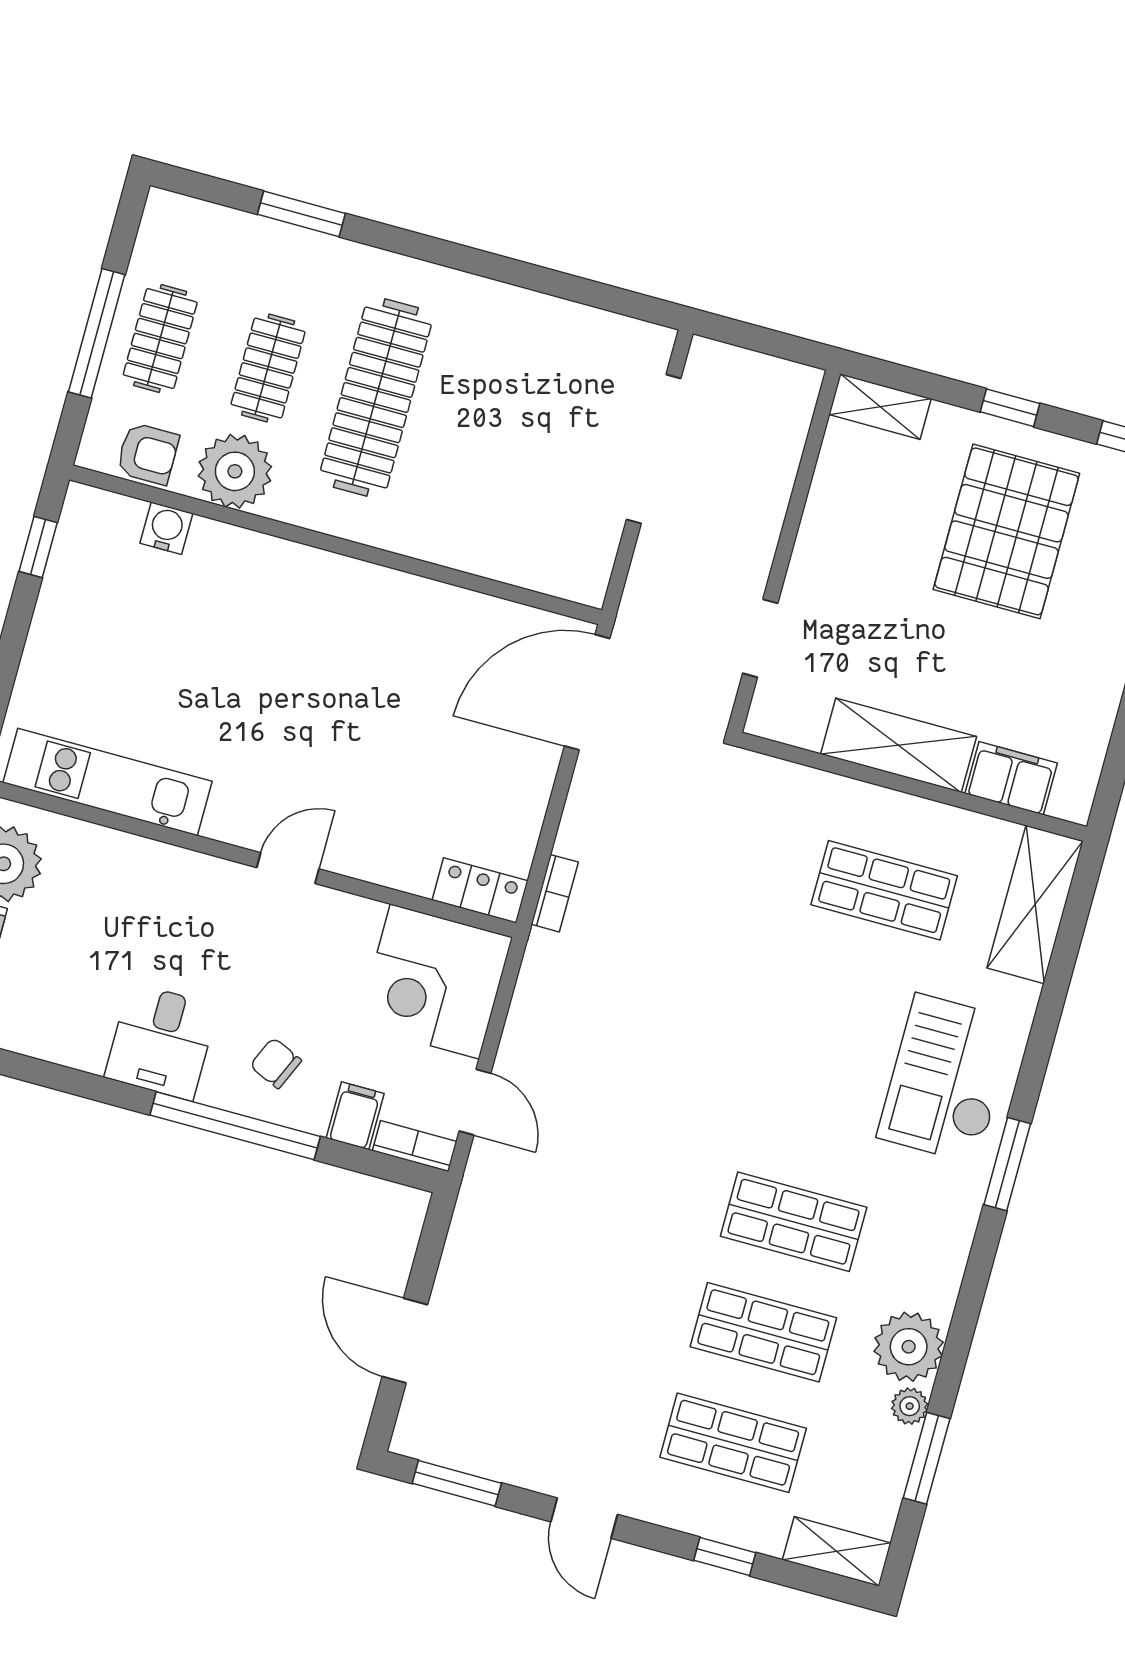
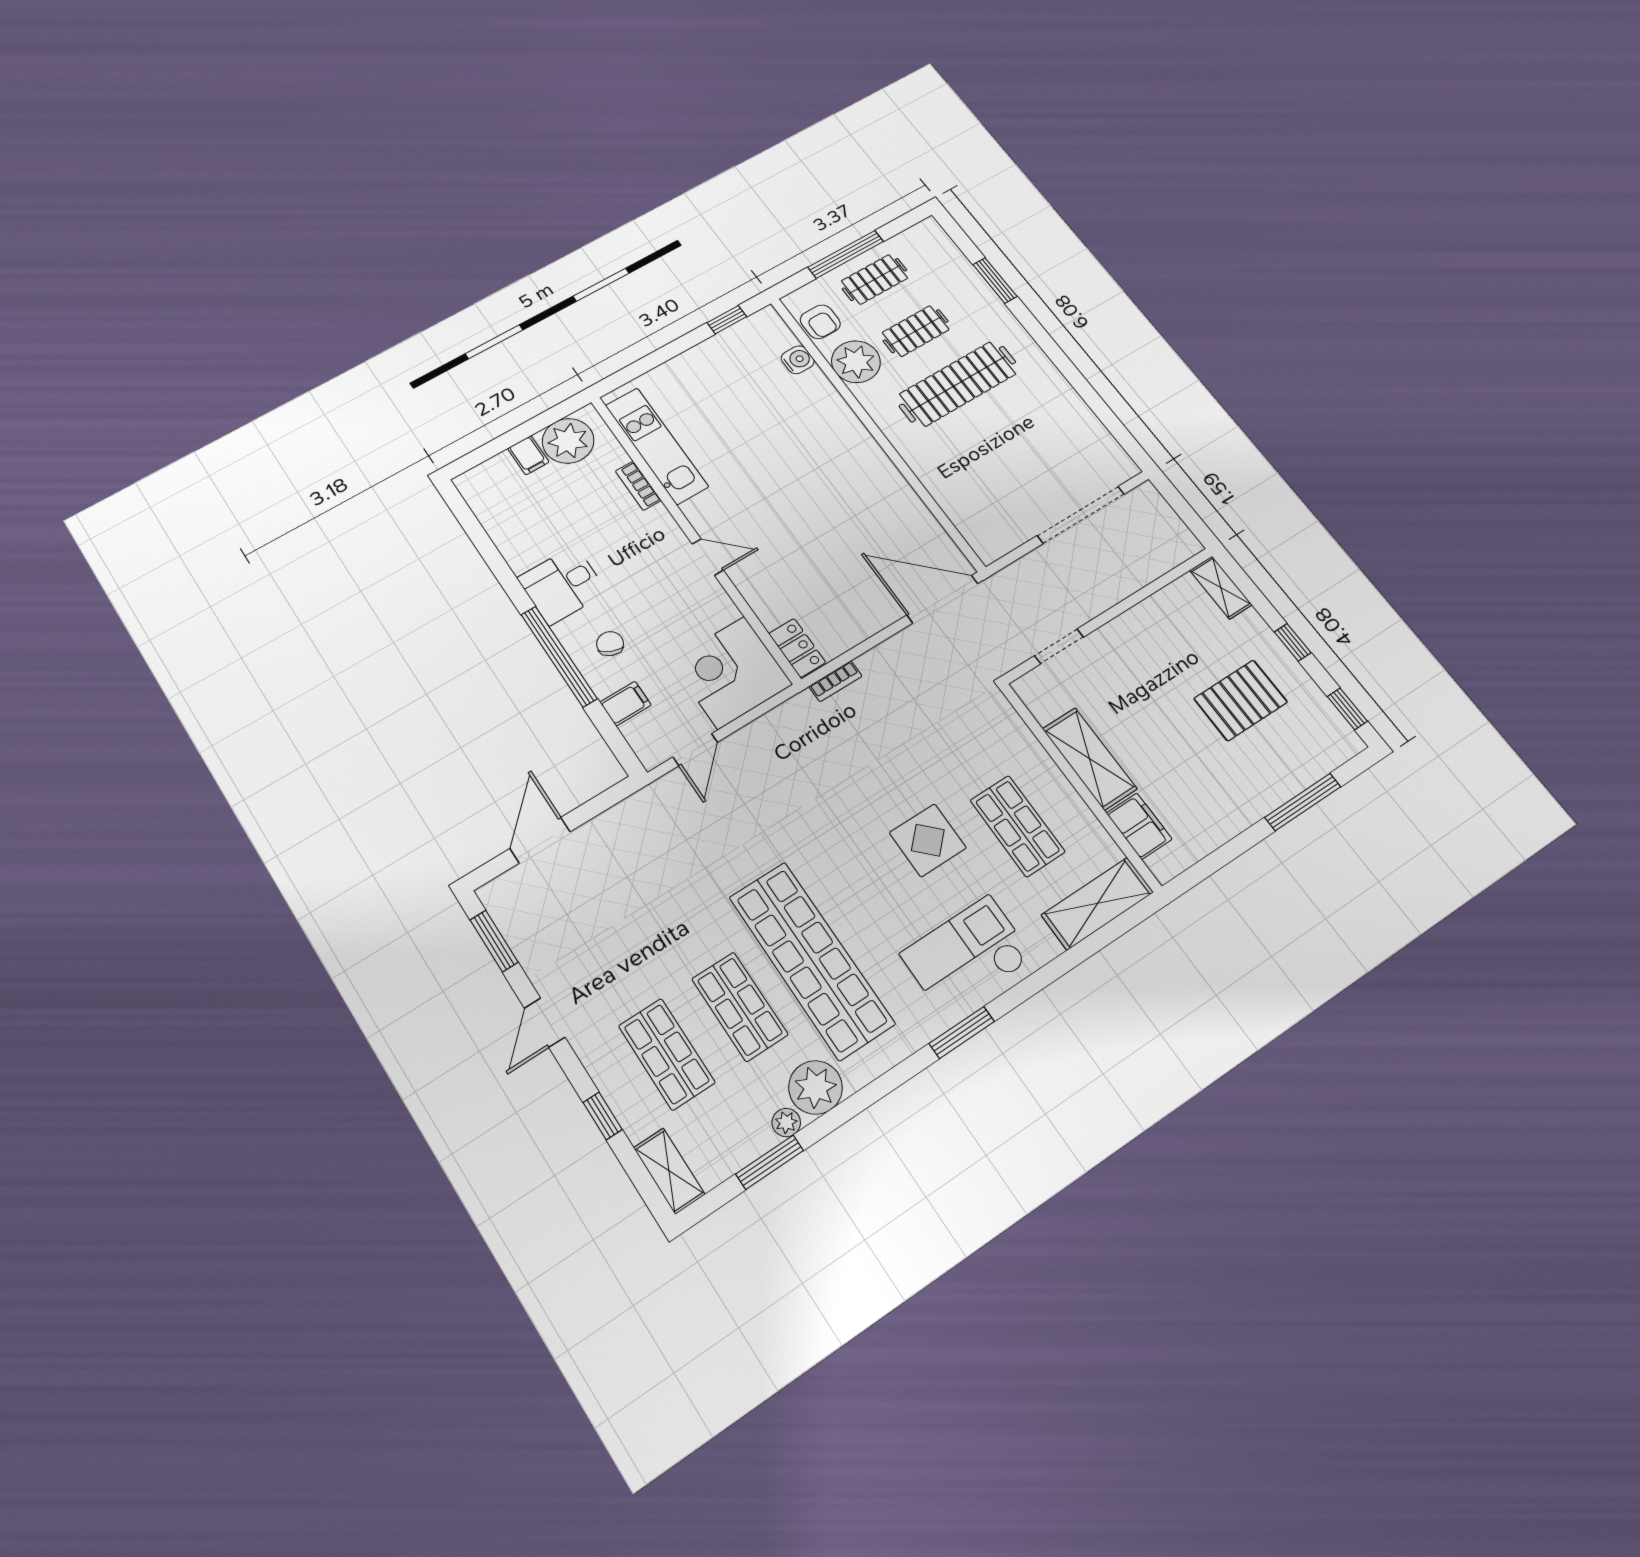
pallet: (1006, 531) -> (1241, 700), width x0.73, depth x0.71
display table: (804, 988) -> (928, 840), added
bookcase: (415, 1146) -> (638, 486), moved, turned 180
shop shelf: (794, 1222) -> (811, 960), width x2.00, depth x1.36

